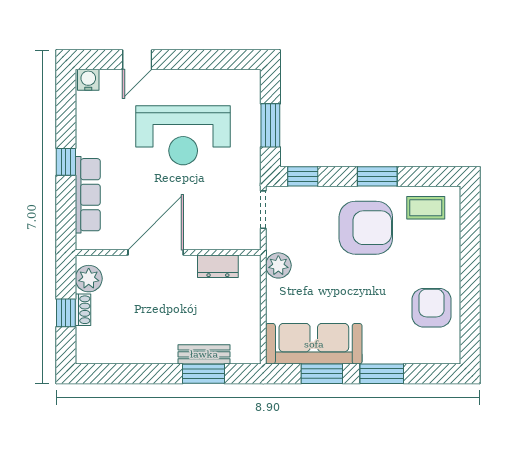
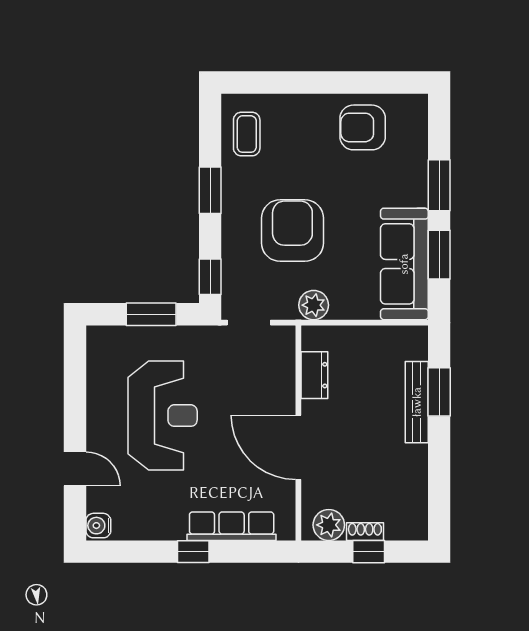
armchair: (366, 228) -> (292, 231), moved
bench: (204, 354) -> (417, 402), width x1.36

